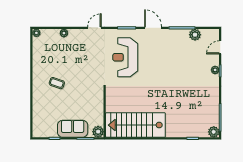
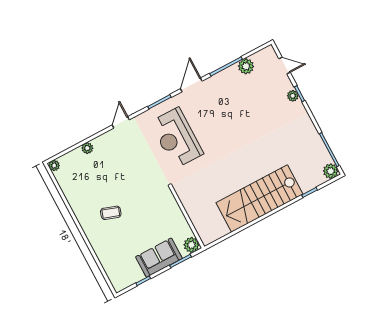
door: (153, 28) -> (191, 85), hinge flipped
door: (220, 47) -> (285, 65), swing flipped
stairs: (135, 125) -> (260, 198), moved

